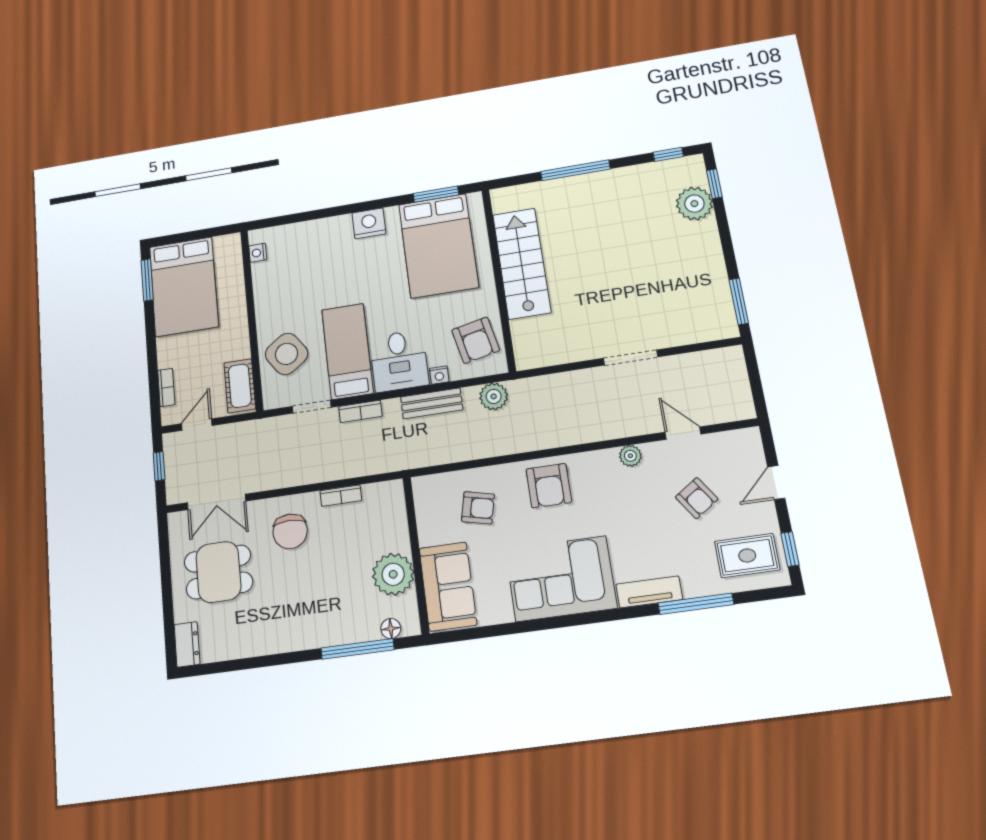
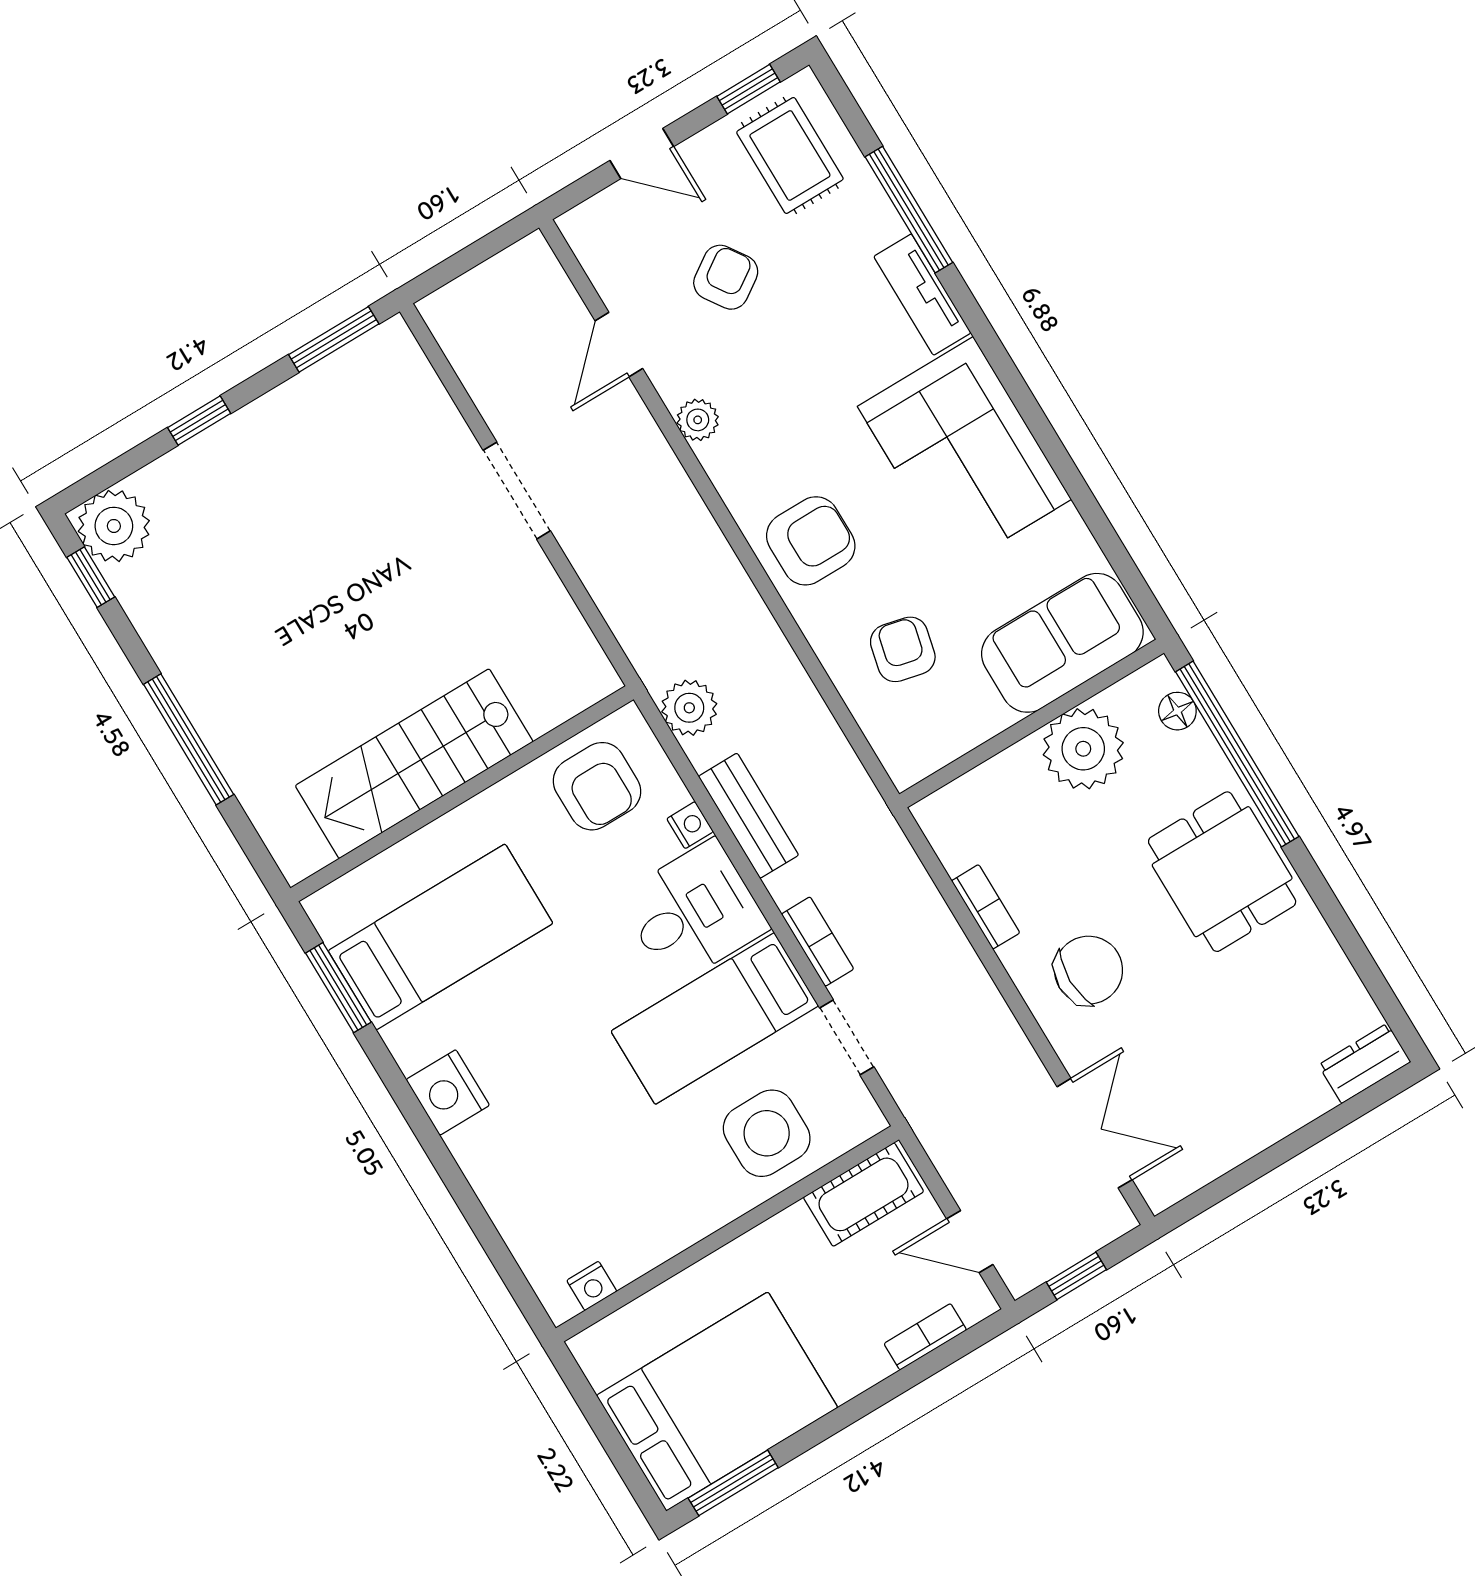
window: (714, 184) -> (199, 421), moved
plant: (694, 204) -> (114, 526), moved
bed: (438, 246) -> (441, 937), width x0.67
armchair: (476, 340) -> (597, 786), turned 102
side table: (286, 354) -> (767, 1133), turned 35
dining table: (218, 572) -> (1222, 872), moved
window: (357, 649) -> (1237, 754), width x1.46

